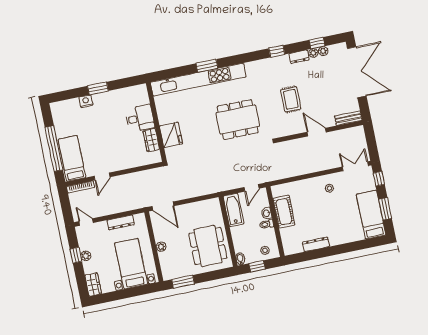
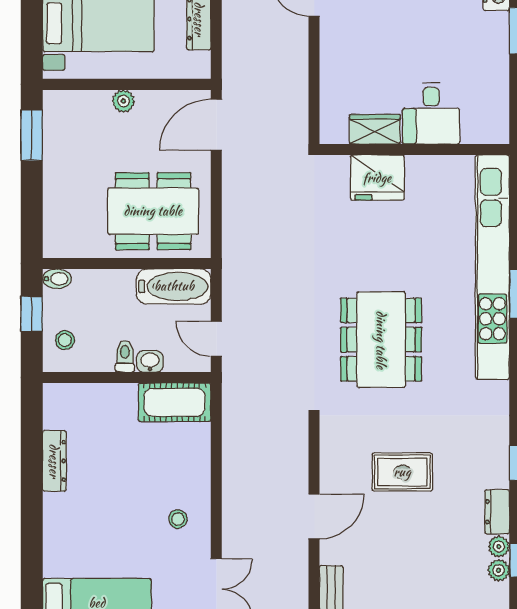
cot: (284, 212) -> (175, 402), moved
dining table: (208, 246) -> (153, 211), moved

